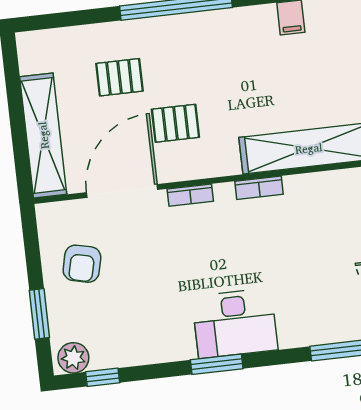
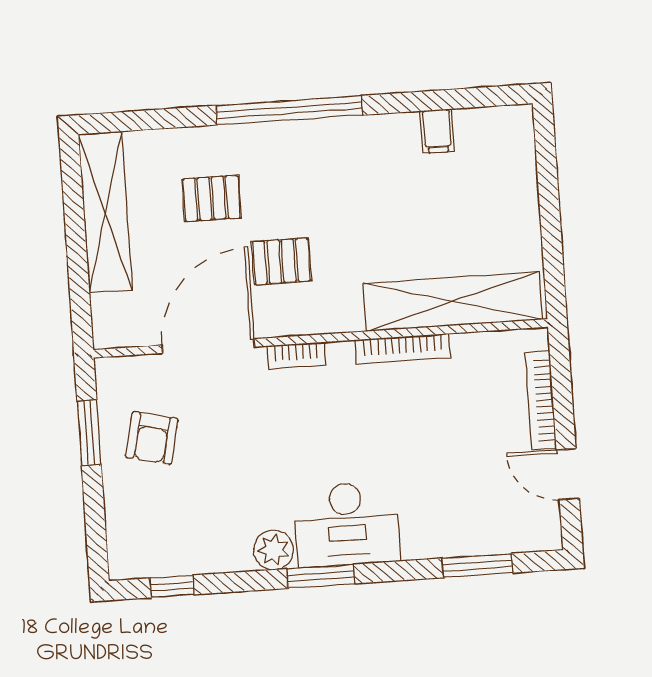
shelving: (43, 135) -> (105, 213), moved
bookcase: (259, 188) -> (403, 349), width x1.56
window: (39, 314) -> (89, 433), moved
plant: (73, 358) -> (274, 550), moved

